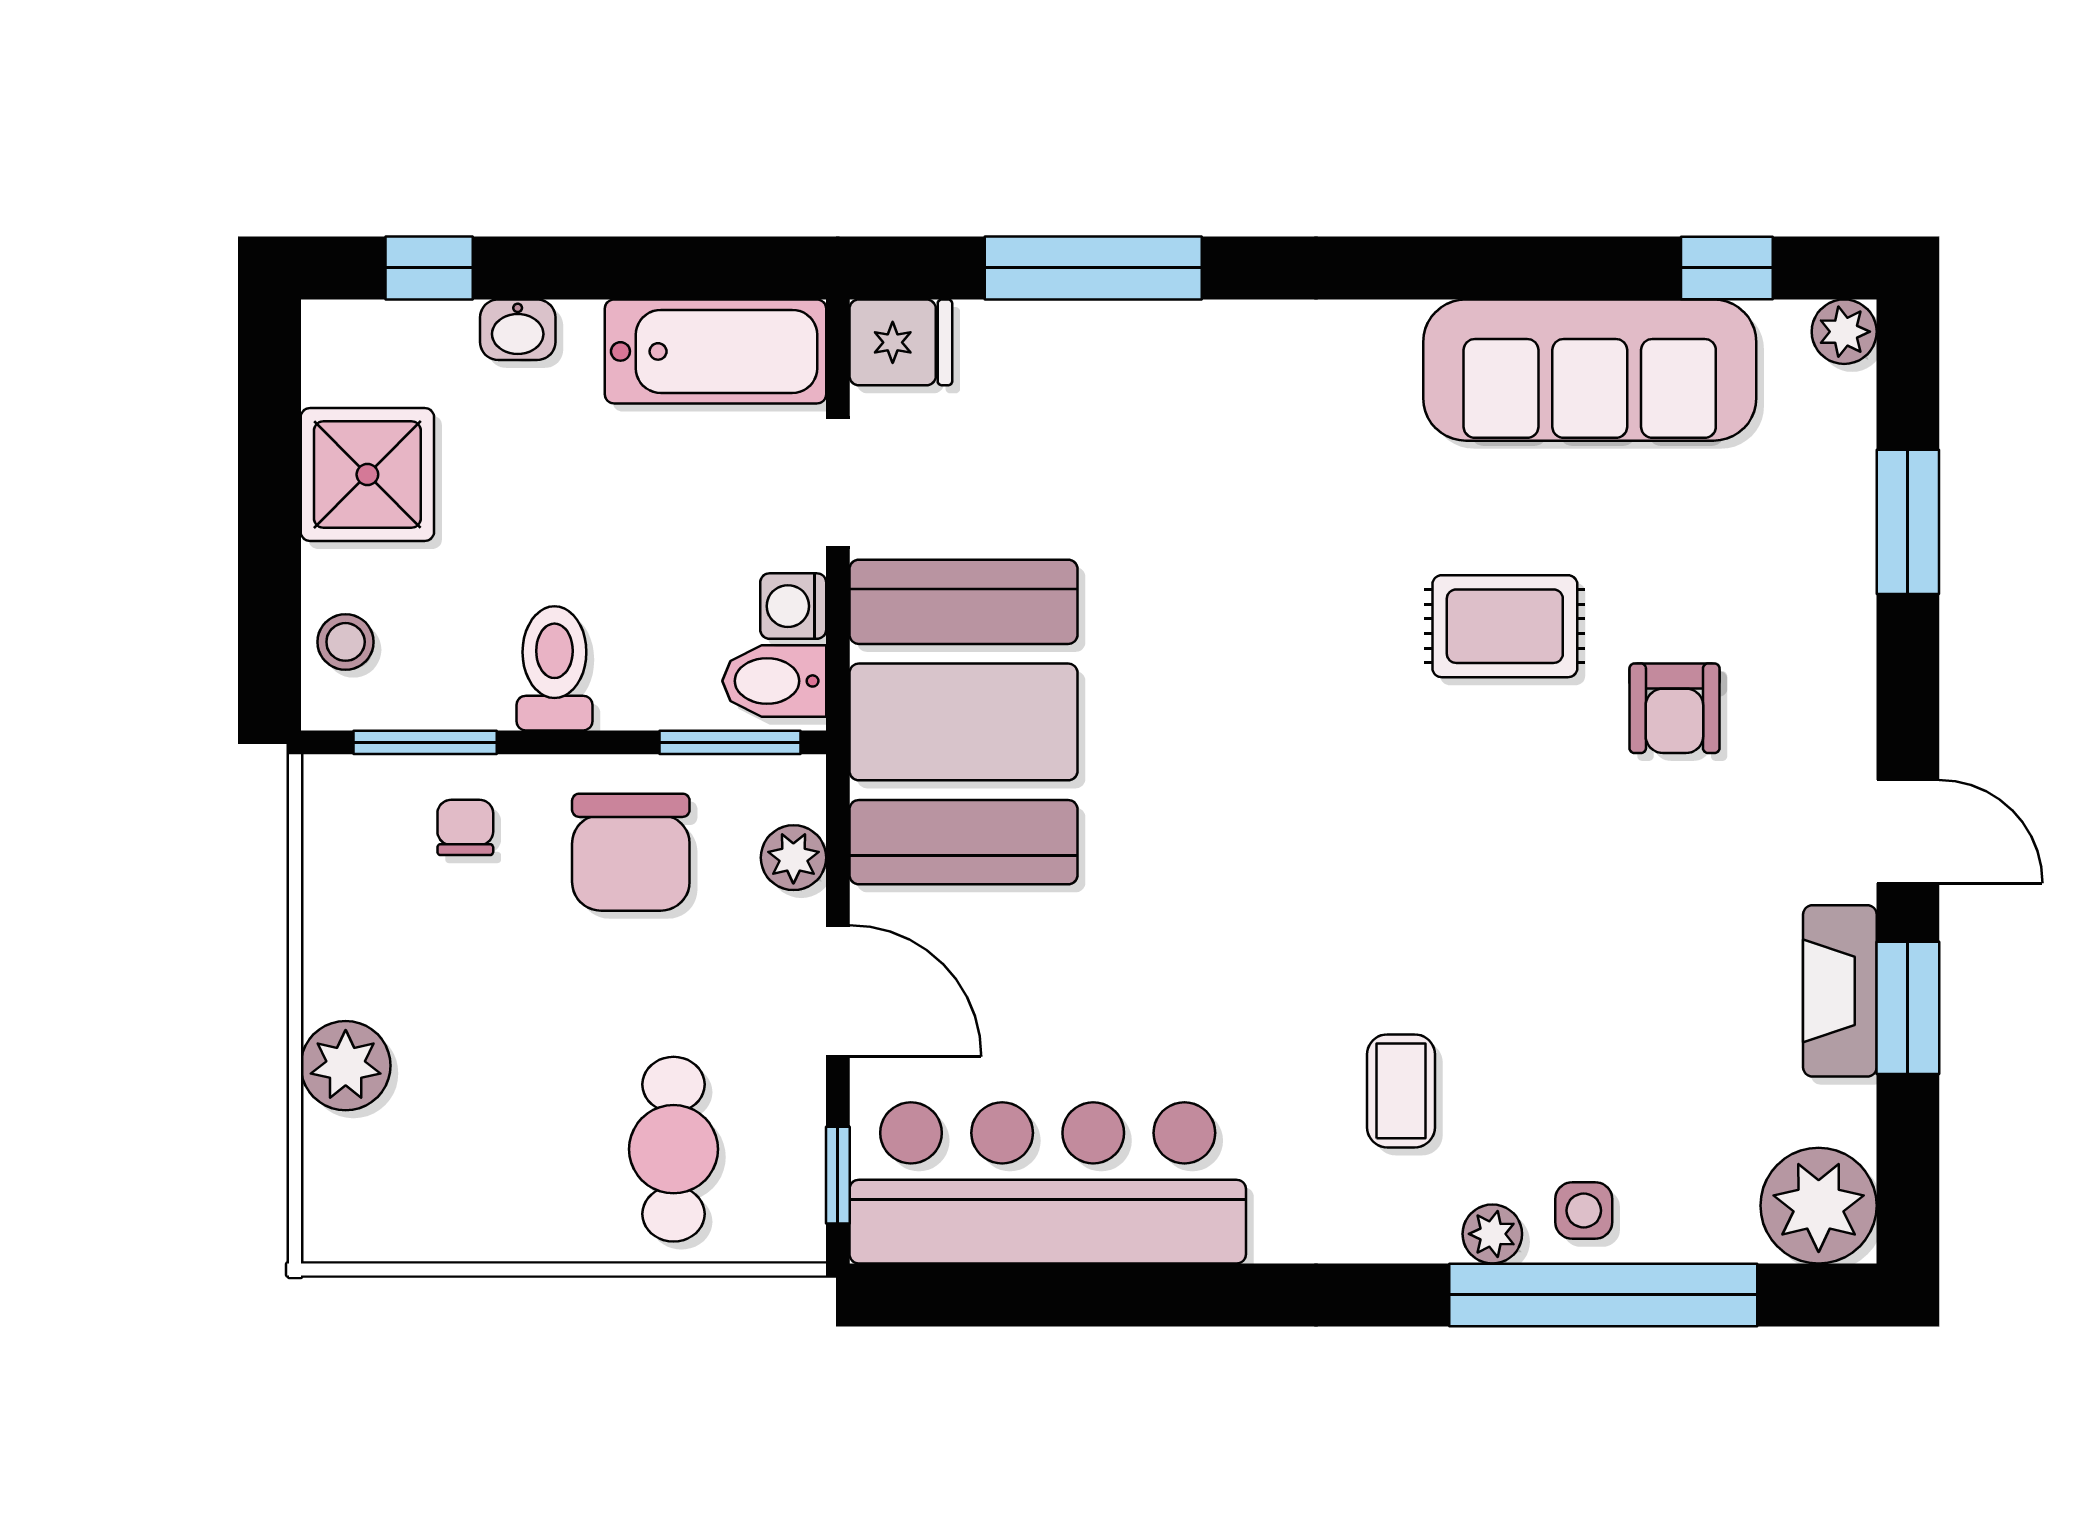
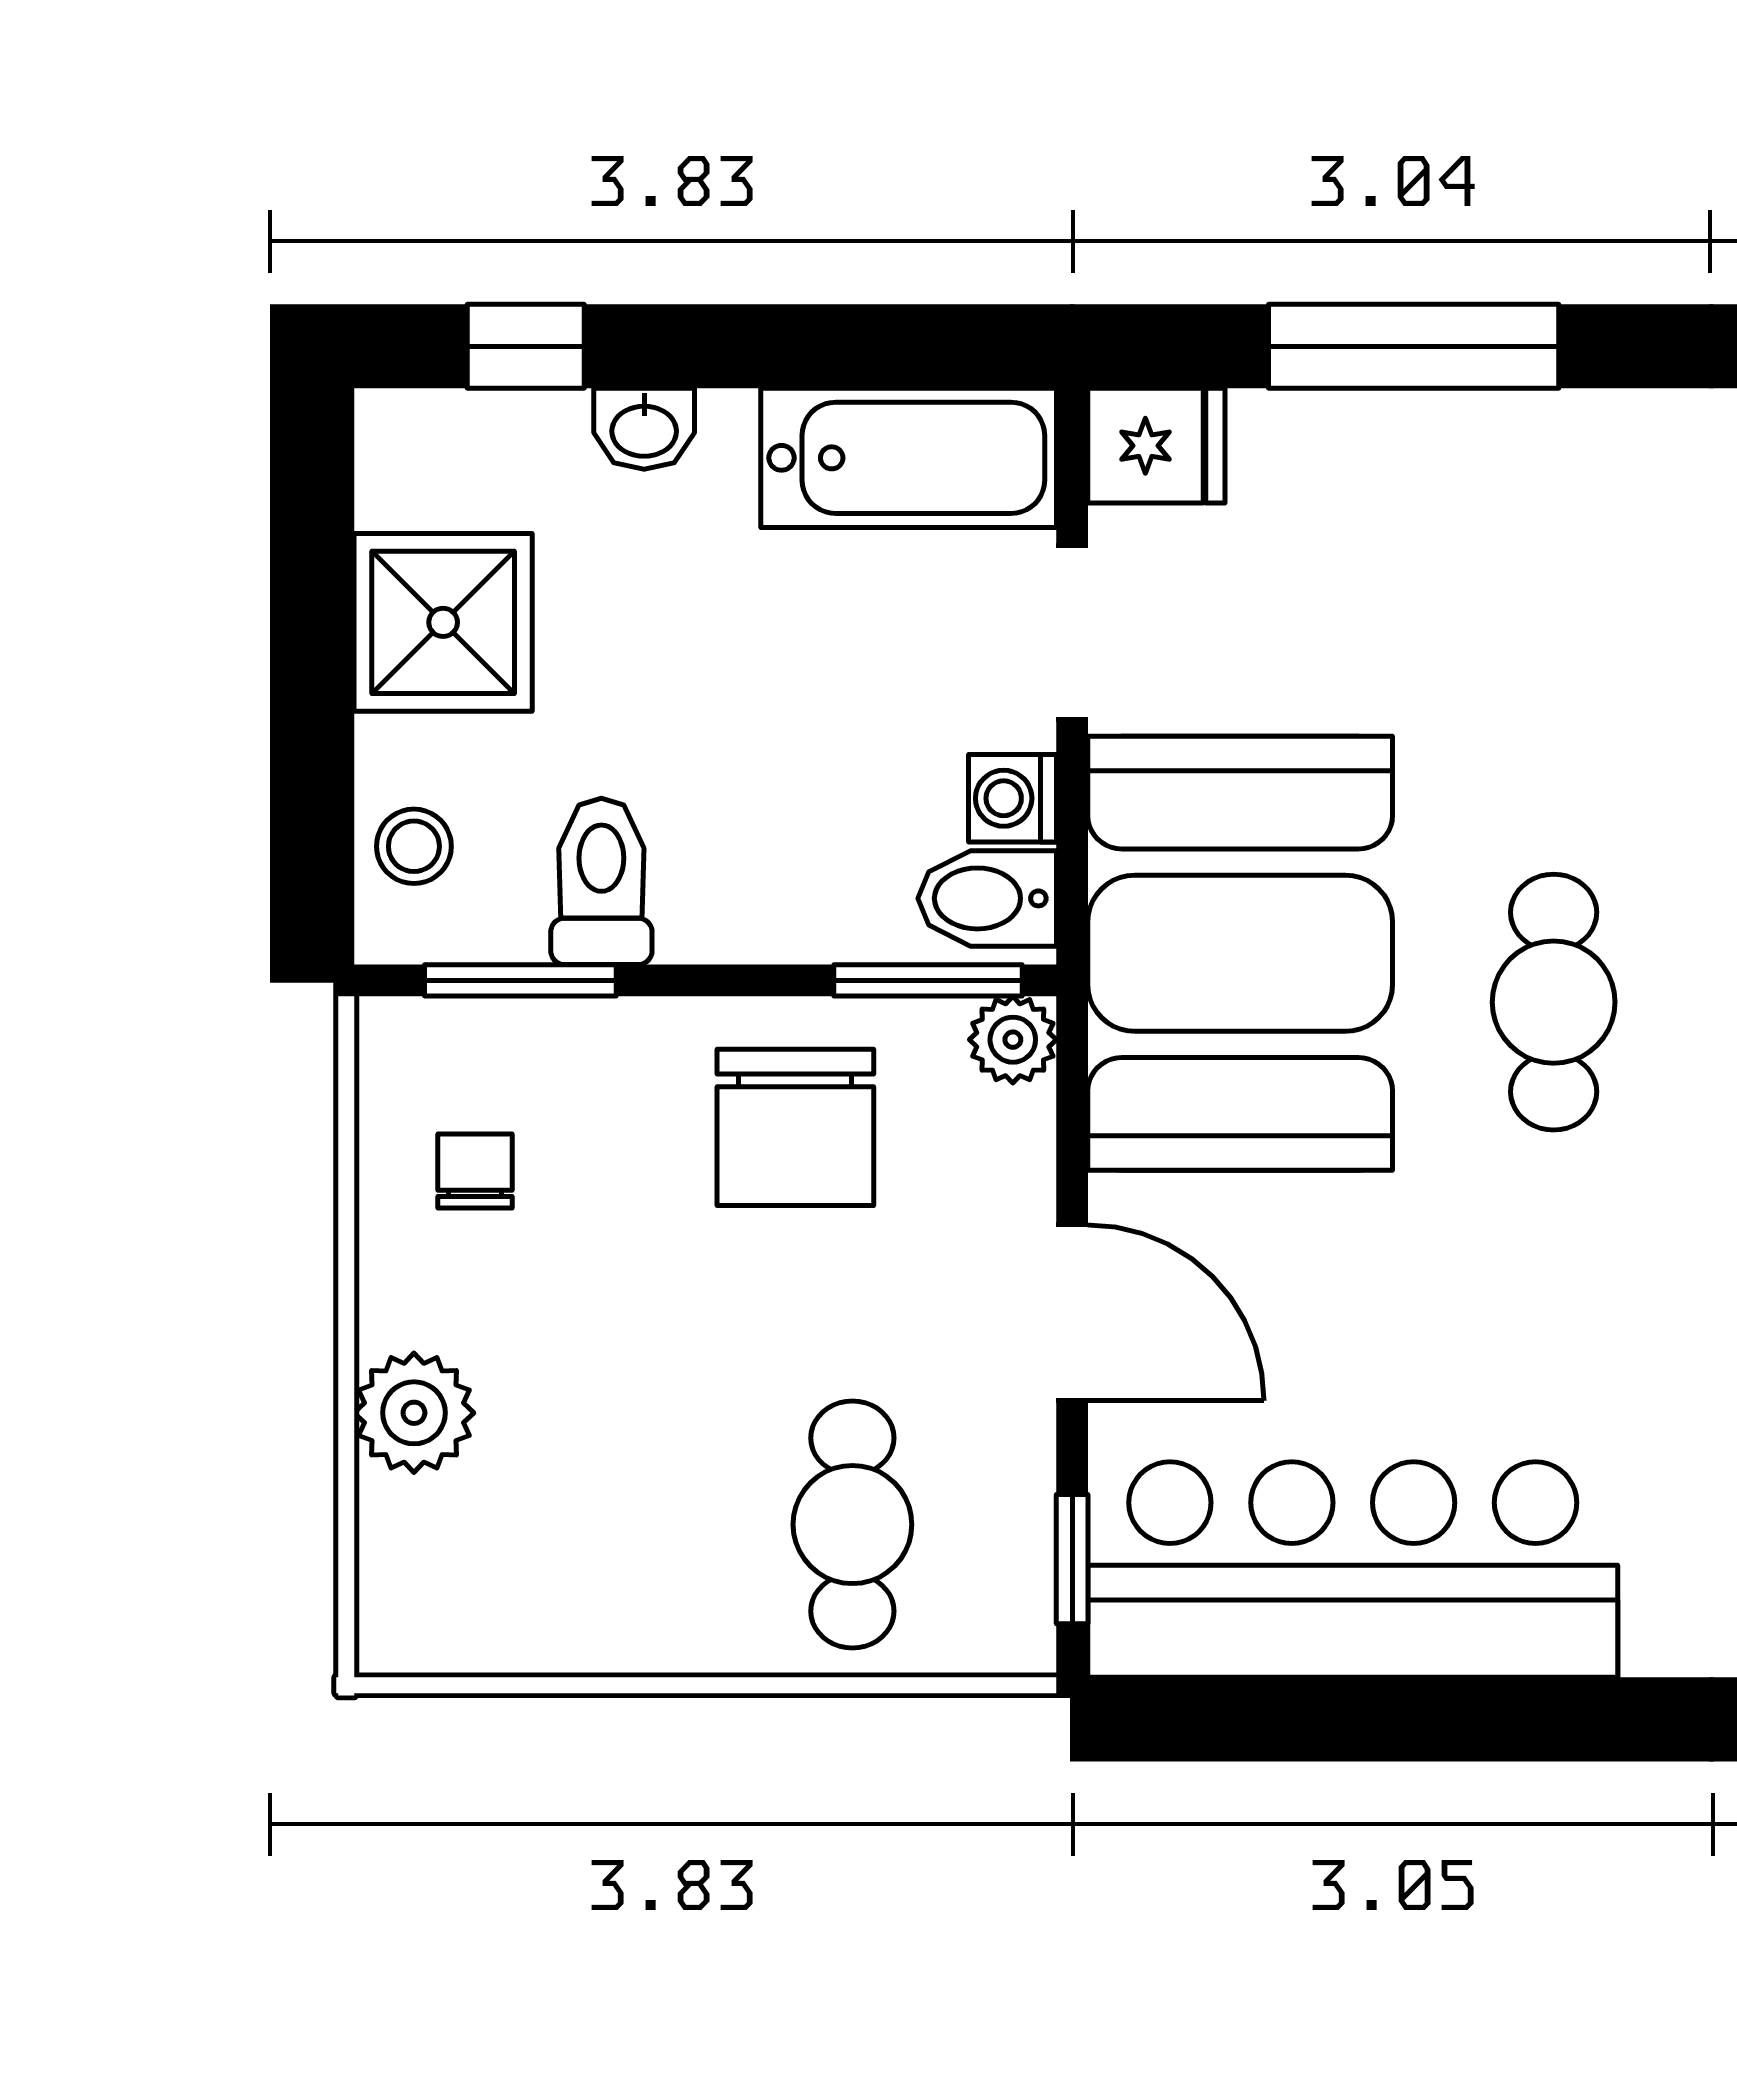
toilet: (554, 668) -> (601, 881), moved
cafe table: (1198, 758) -> (1554, 1002), added
chair: (465, 827) -> (475, 1171), moved
plant: (793, 858) -> (1013, 1040), moved

